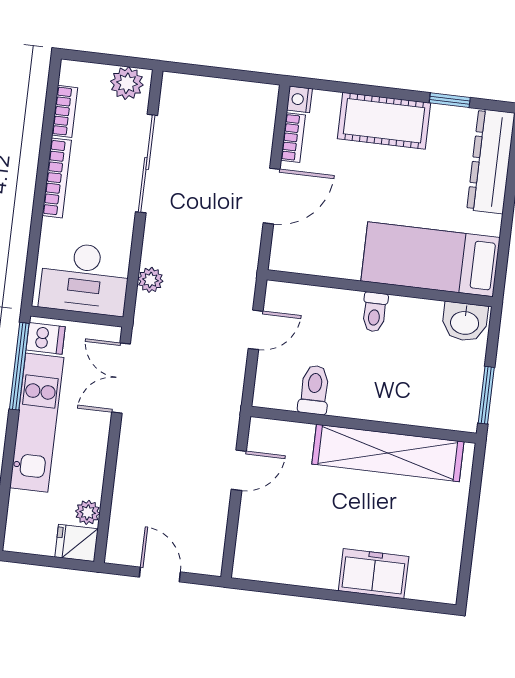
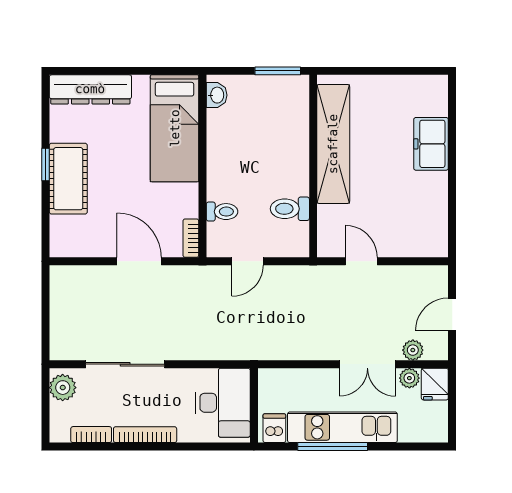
nightstand: (300, 99) -> (59, 248), removed
window: (450, 100) -> (45, 164), moved
bookcase: (293, 138) -> (191, 238), moved, turned -90
plant: (150, 280) -> (413, 350), moved
toilet: (375, 312) -> (222, 212), moved
washbasin: (465, 322) -> (217, 95), width x0.72, depth x0.69
door: (256, 330) -> (247, 261), swing flipped
window: (19, 366) -> (333, 447), moved
double door: (121, 378) -> (367, 364), moved

